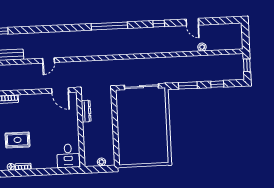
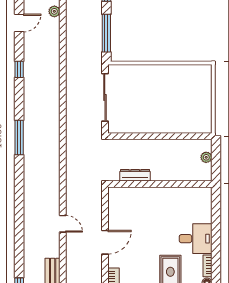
window: (109, 26) -> (19, 138), width x0.68
window: (188, 85) -> (106, 33), width x1.44
door: (60, 90) -> (105, 242), moved
desk: (68, 156) -> (196, 239), moved

